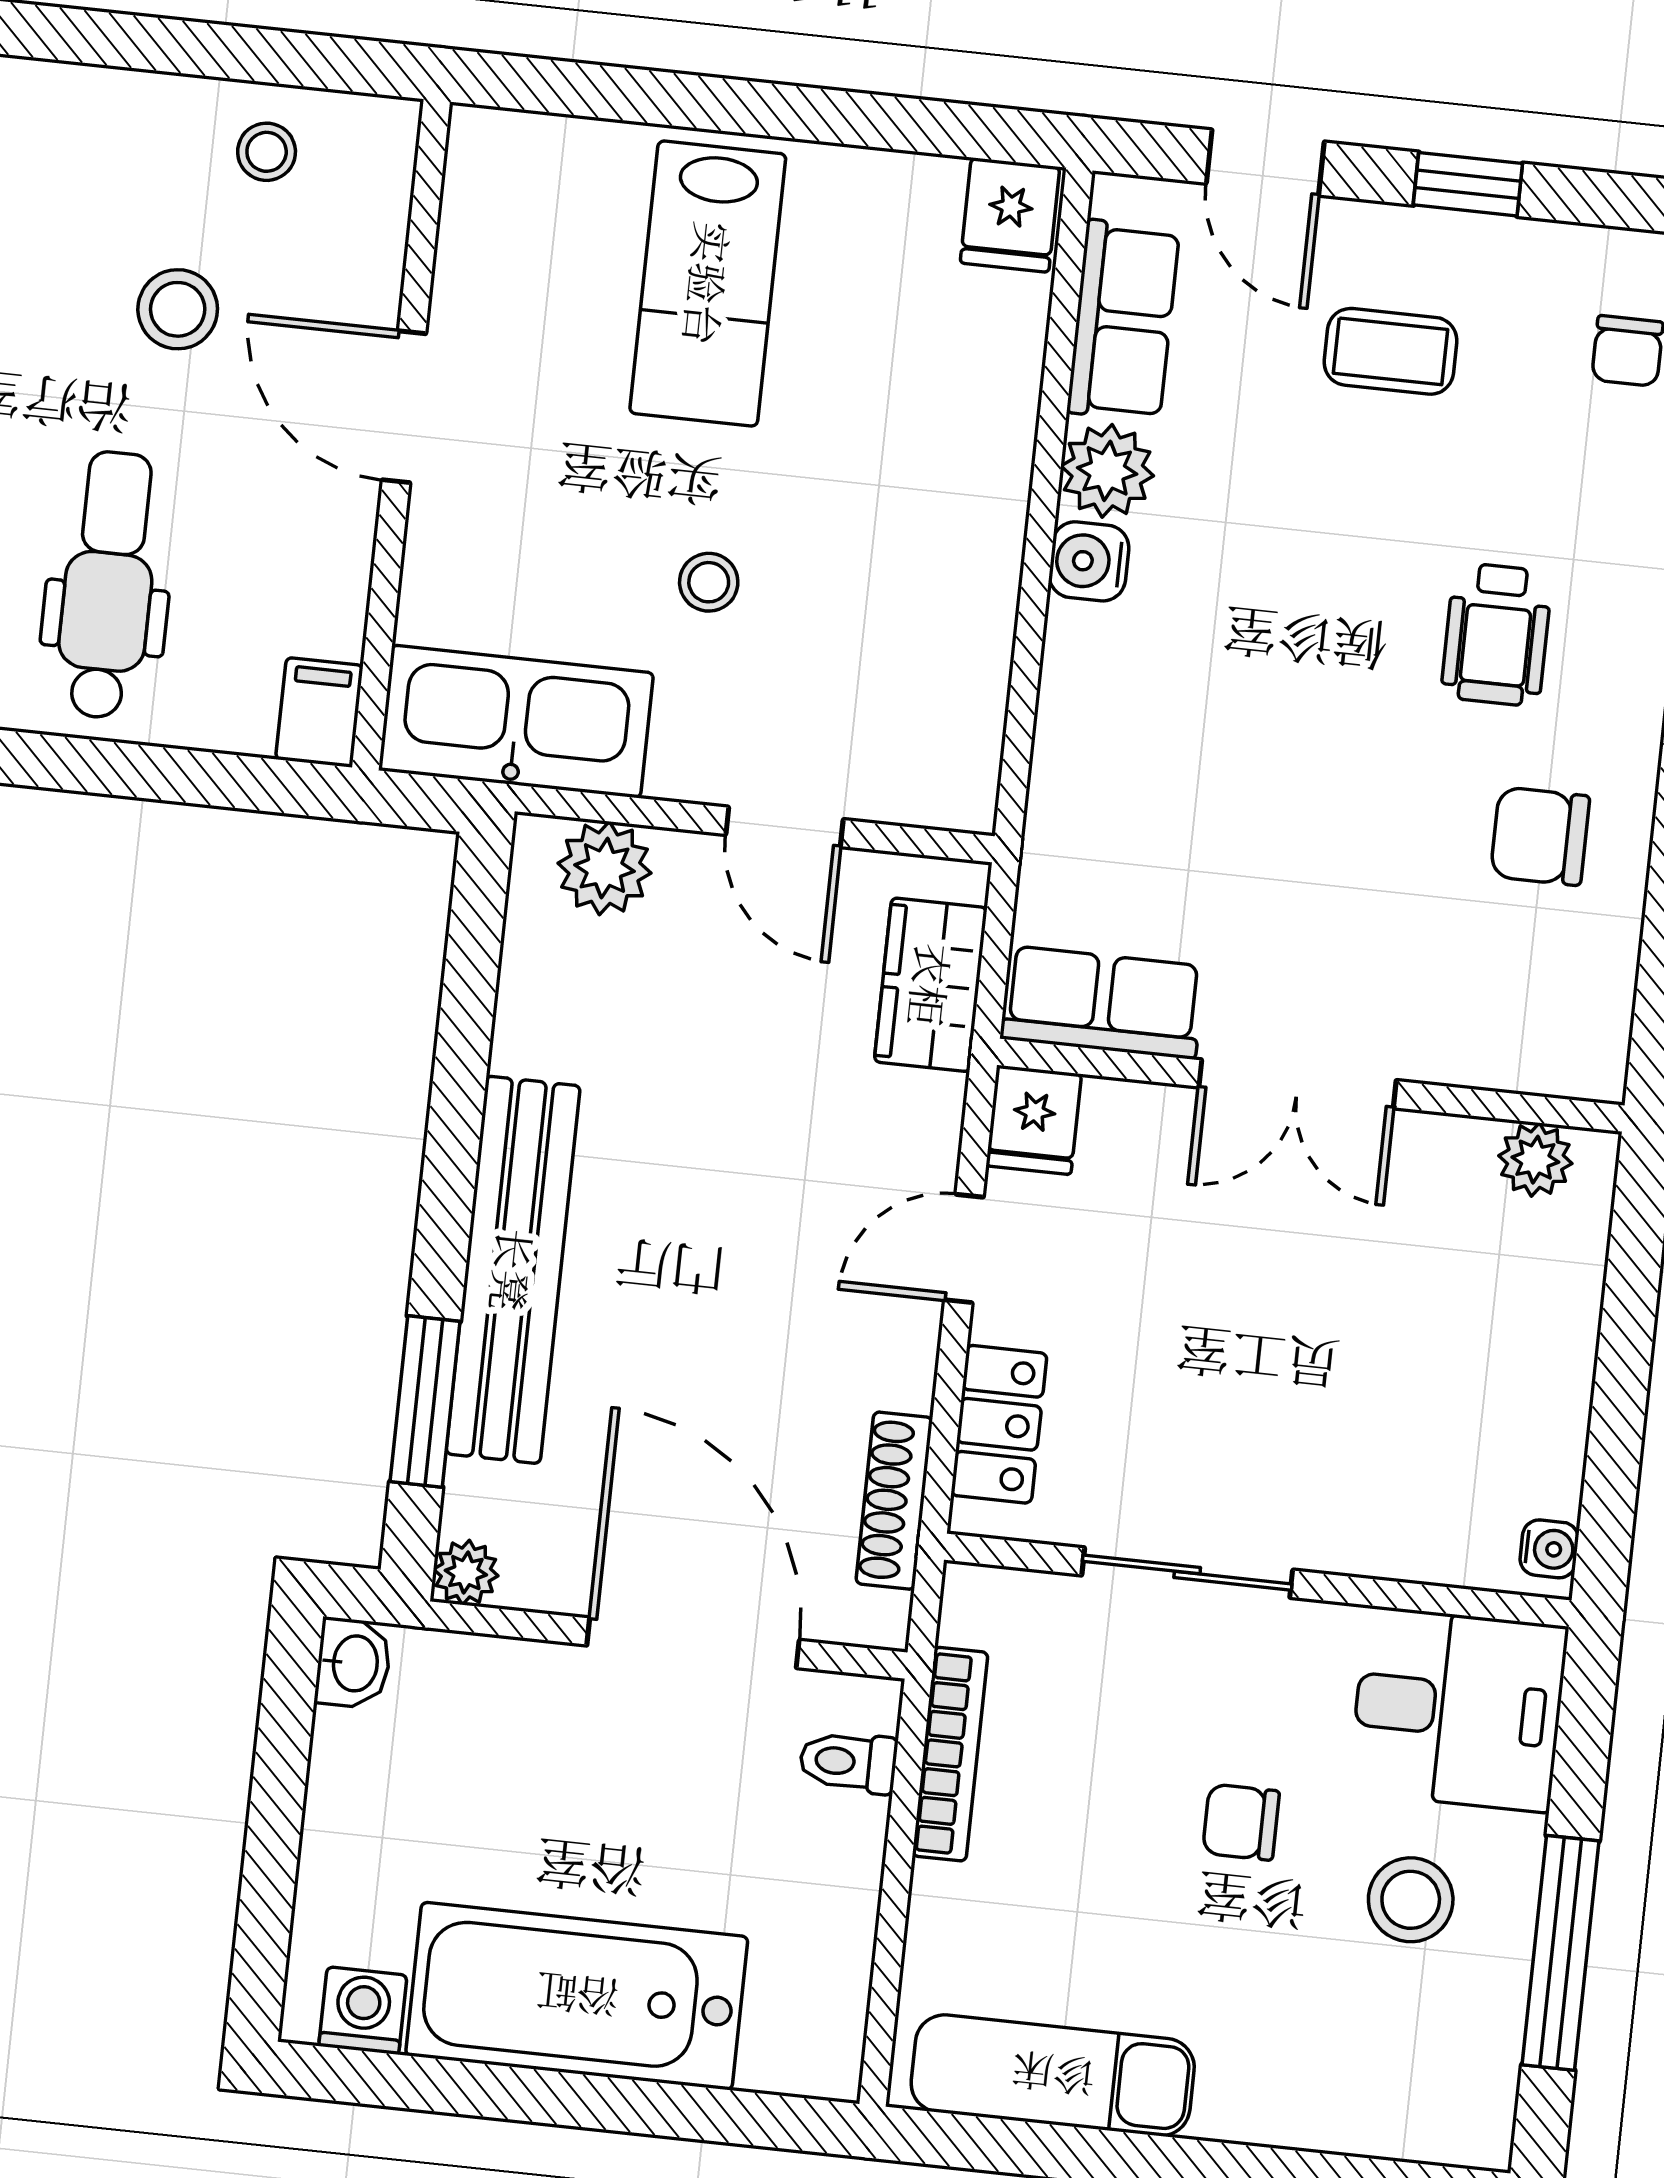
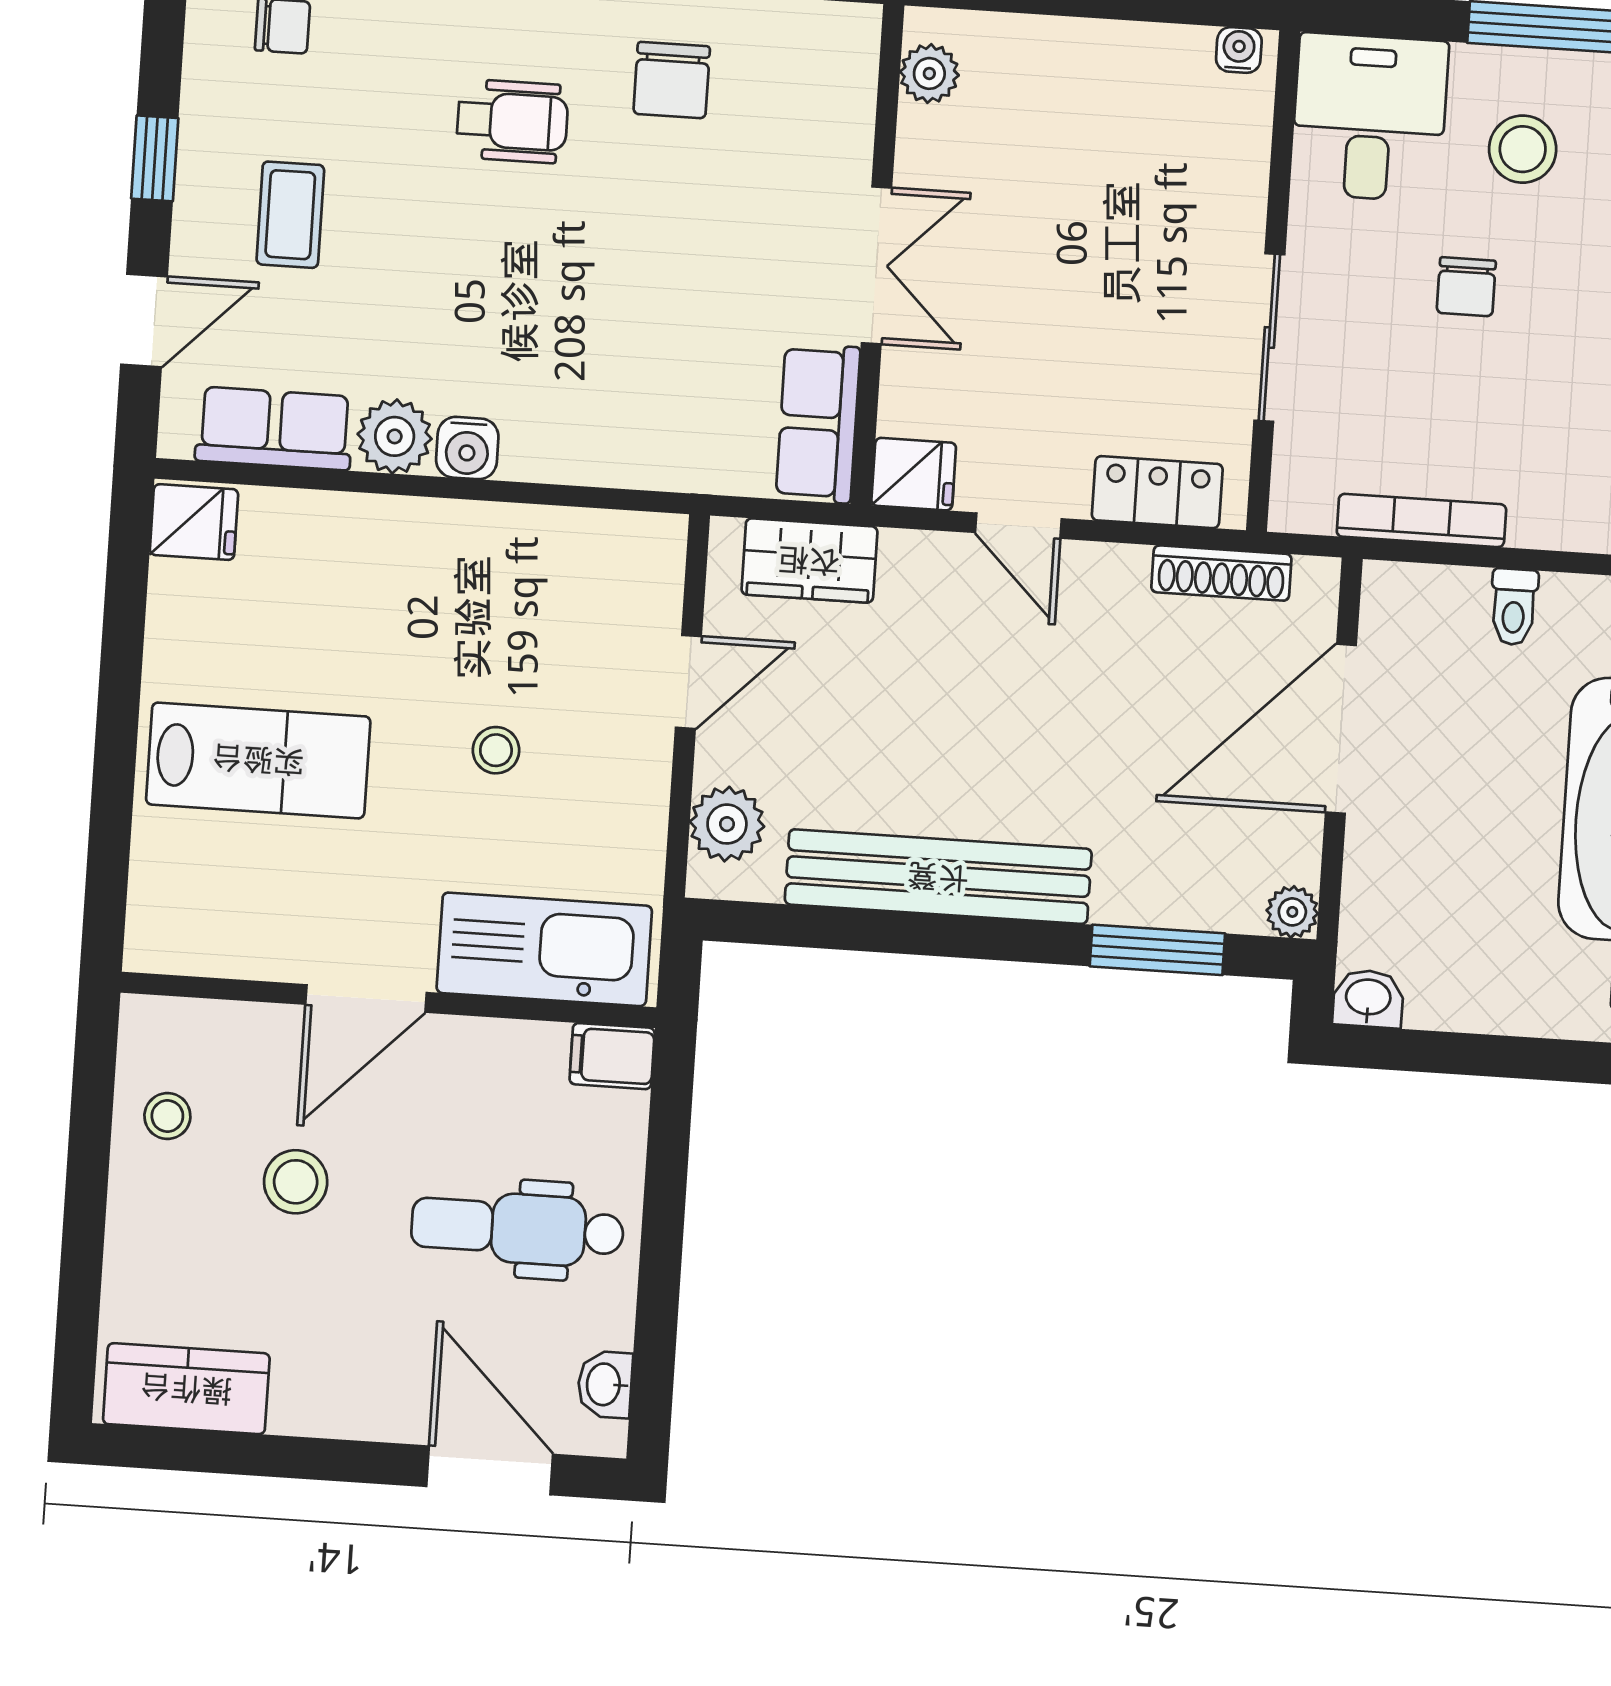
kitchen sink: (516, 722) -> (544, 949), moved, turned 90
bench: (513, 1270) -> (938, 877), moved
toilet: (848, 1762) -> (1514, 607), moved

